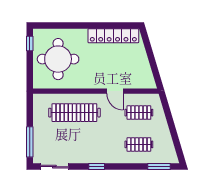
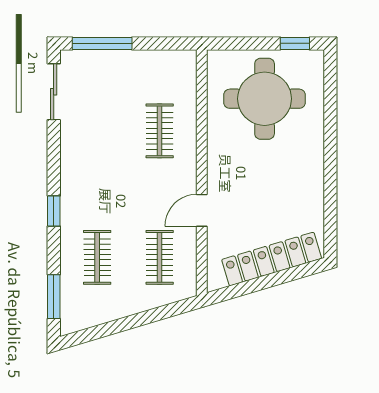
locker: (113, 36) -> (272, 259), moved, turned 73
clothes rail: (74, 113) -> (160, 131), width x0.54, depth x0.76
window: (97, 167) -> (54, 211), moved

